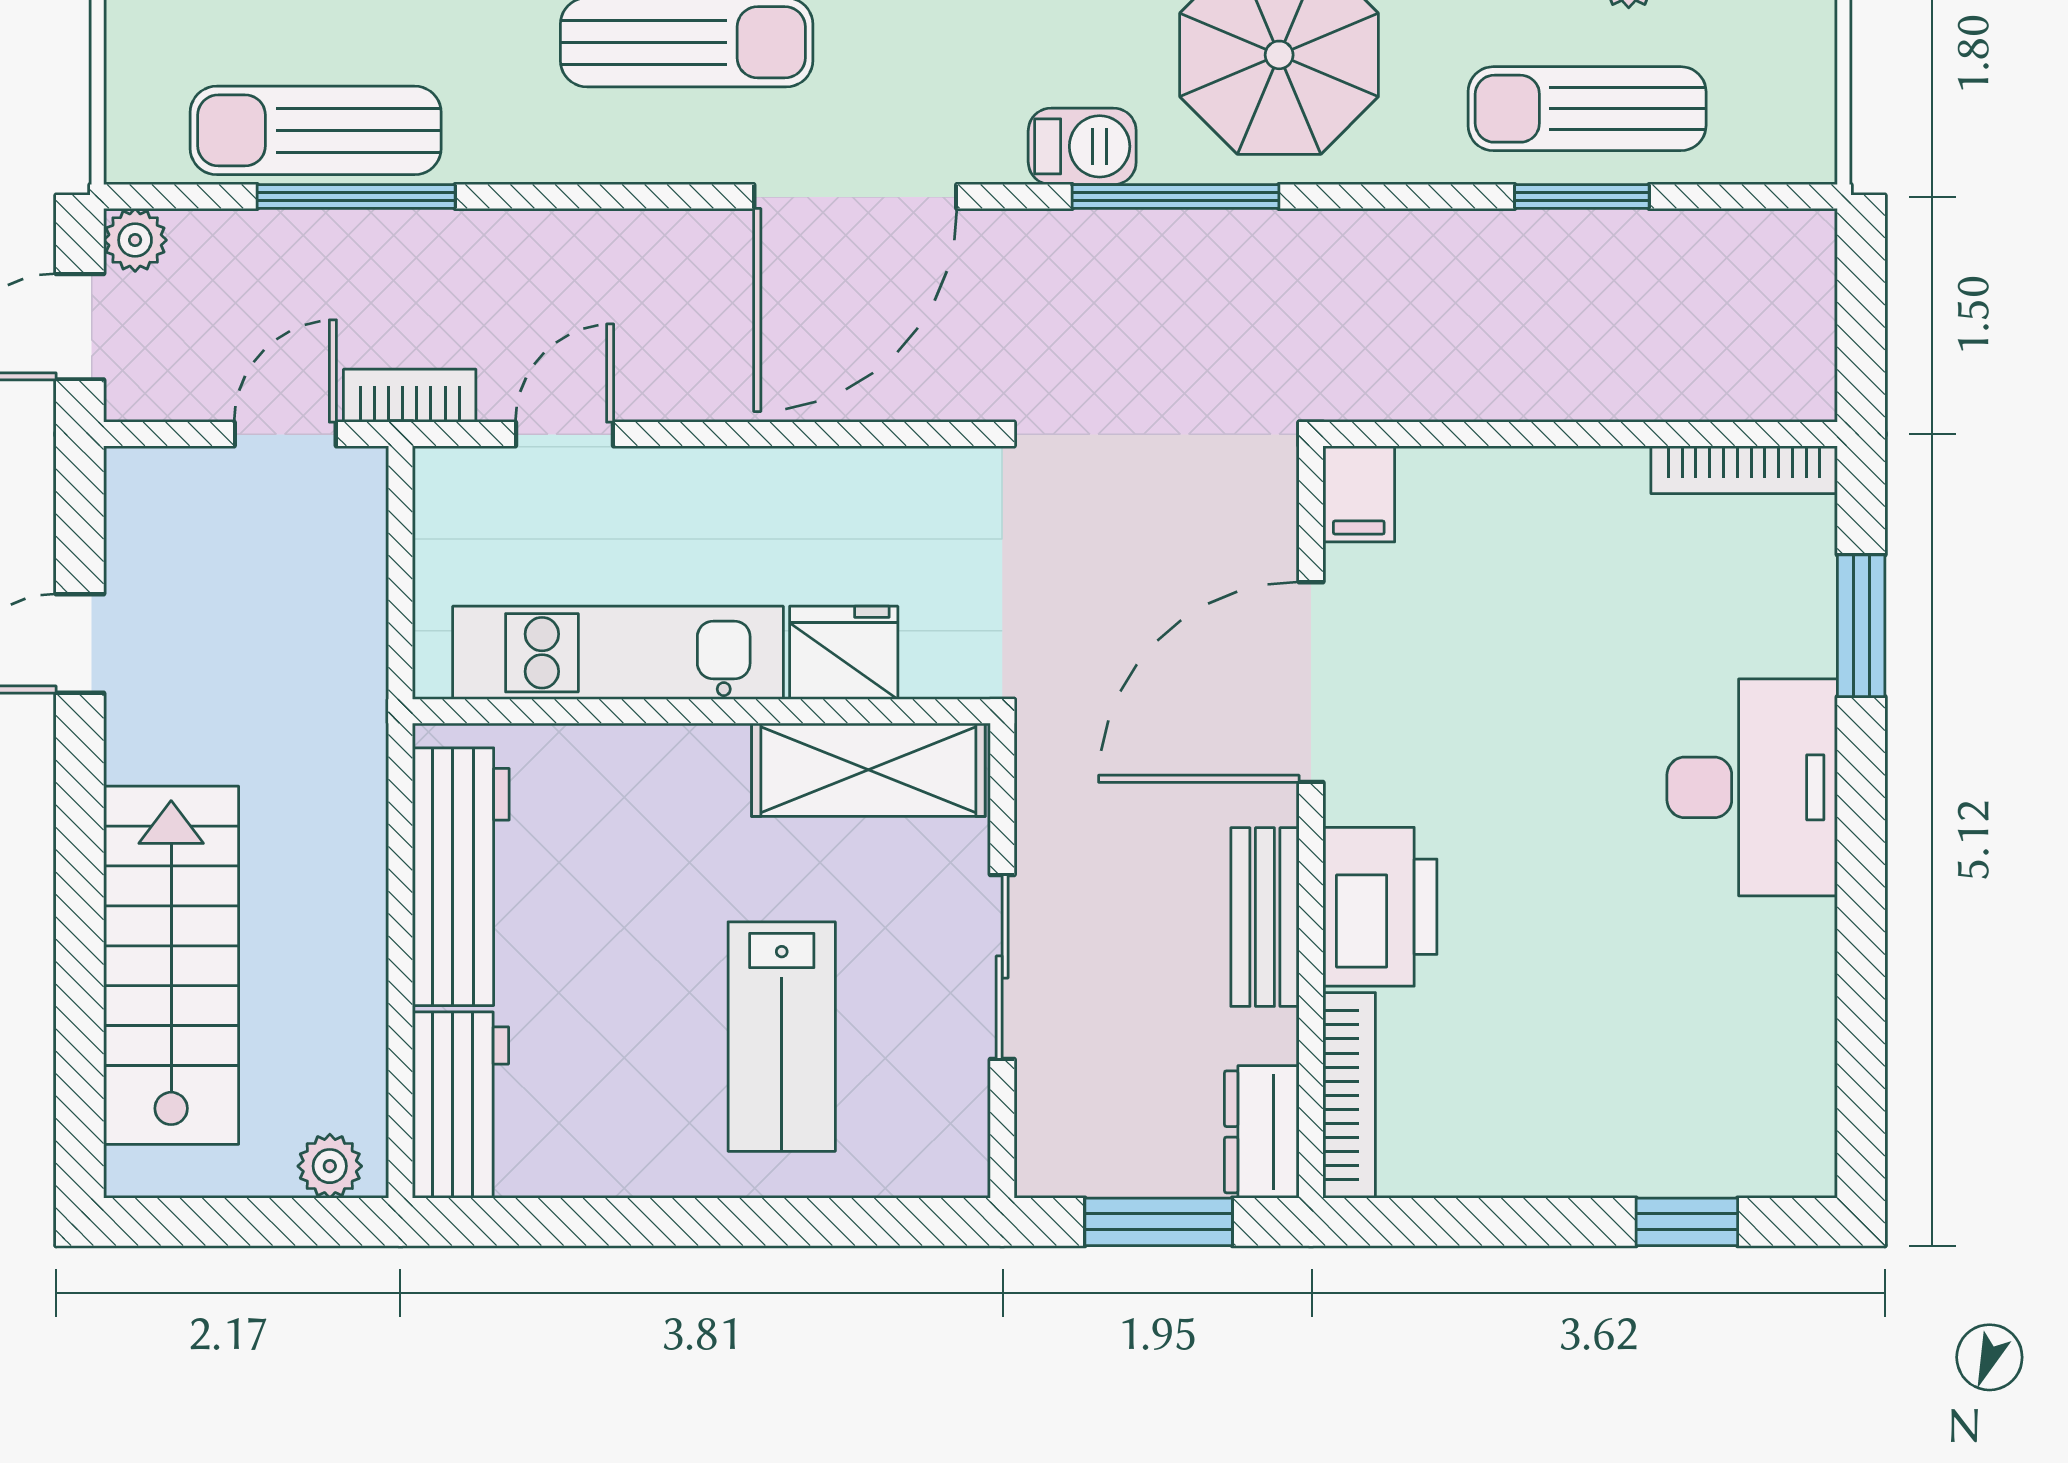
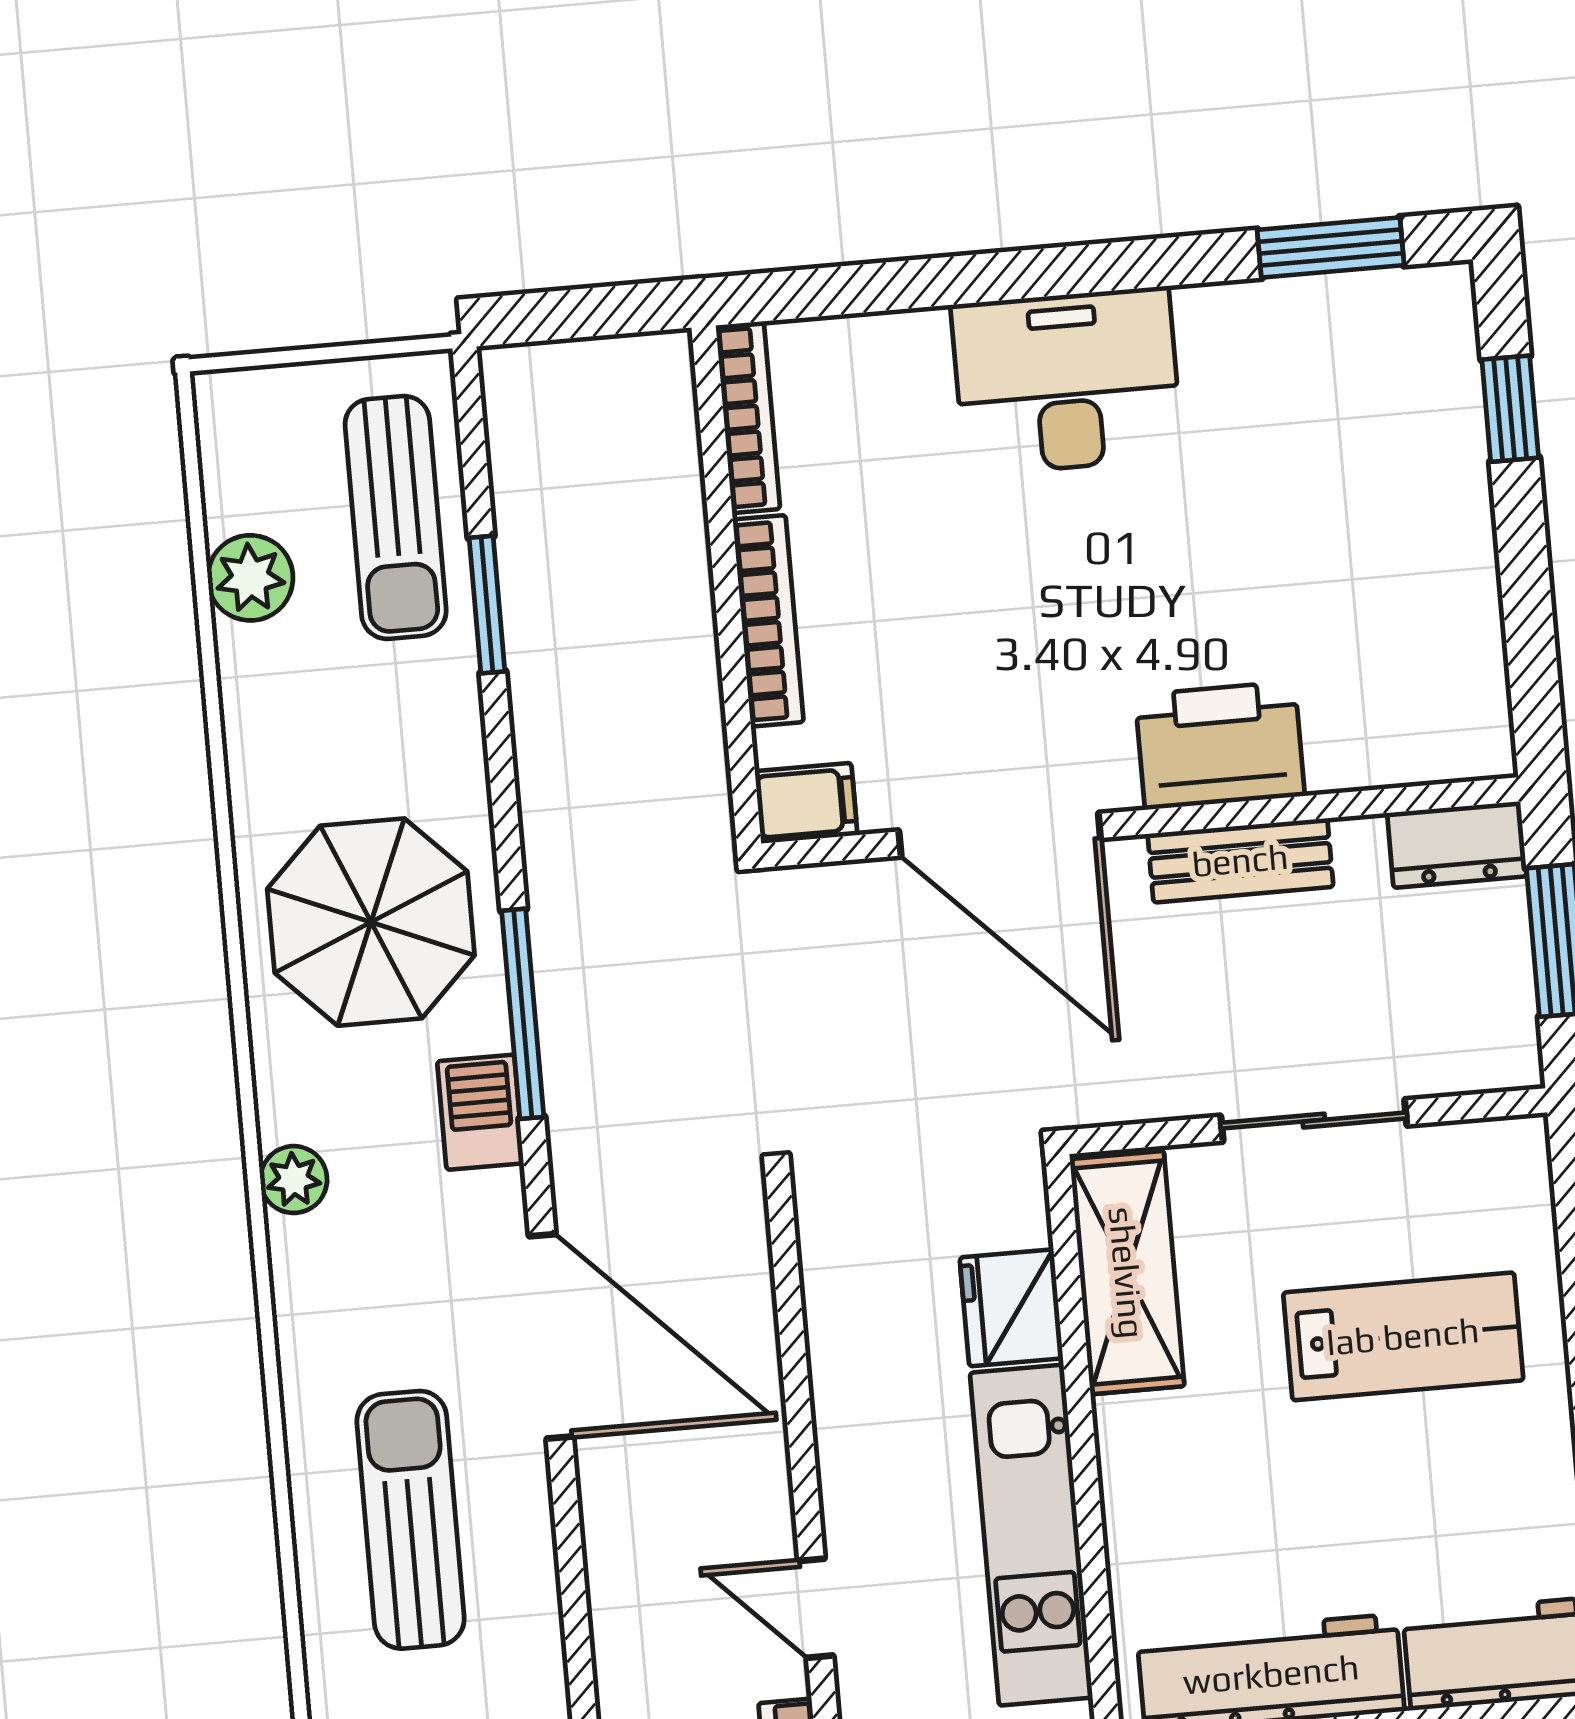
sun lounger: (1587, 109) -> (396, 517), moved
window: (1861, 626) -> (1331, 247), moved
bookcase: (1349, 1095) -> (768, 621), moved, turned 90

